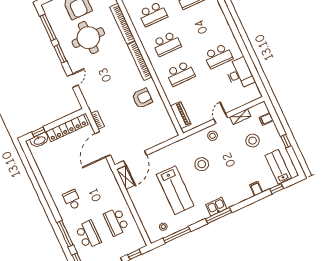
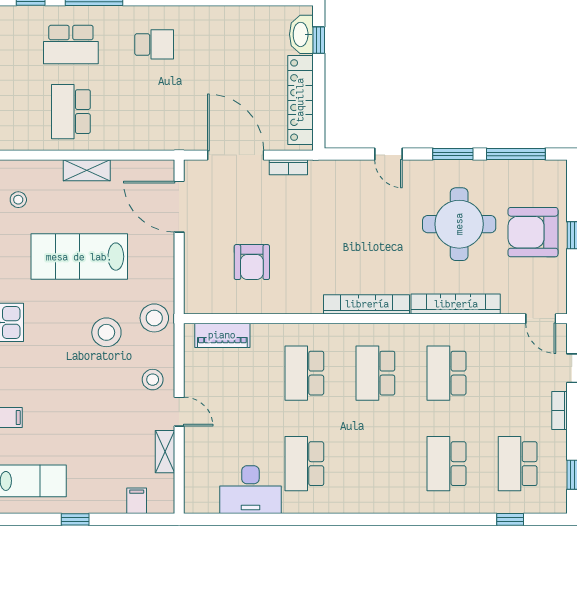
armchair: (142, 98) -> (252, 262), moved
stool: (253, 141) -> (154, 318), moved
shelving: (126, 178) -> (87, 170), moved
school desk: (116, 222) -> (71, 112), turned -90

